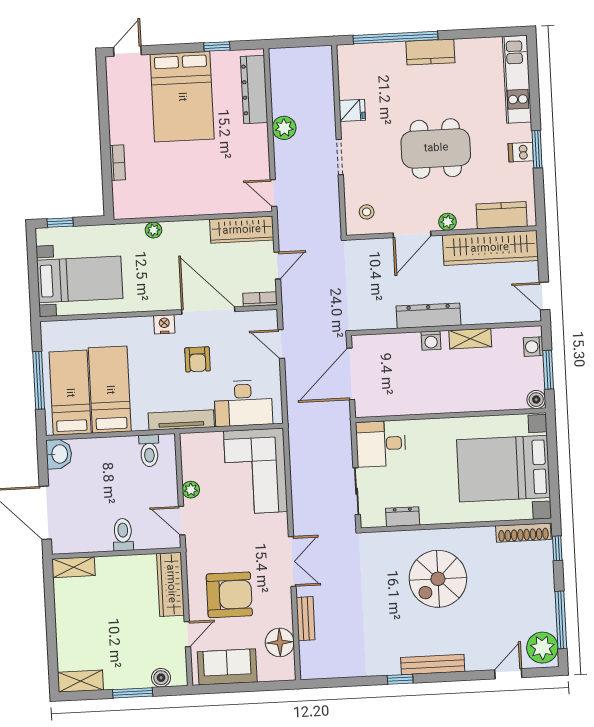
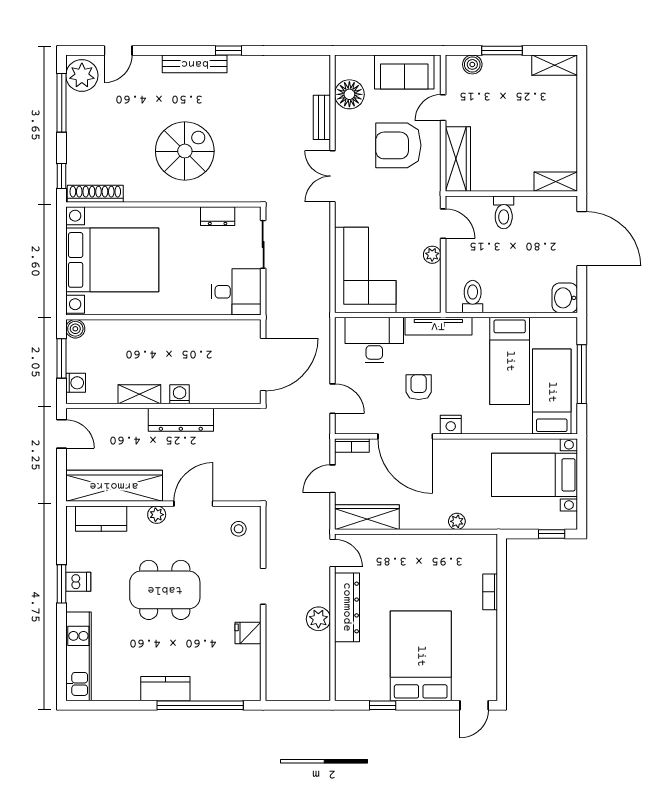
dresser: (254, 89) -> (347, 607), moved
bed: (70, 393) -> (552, 392), moved, turned 180

